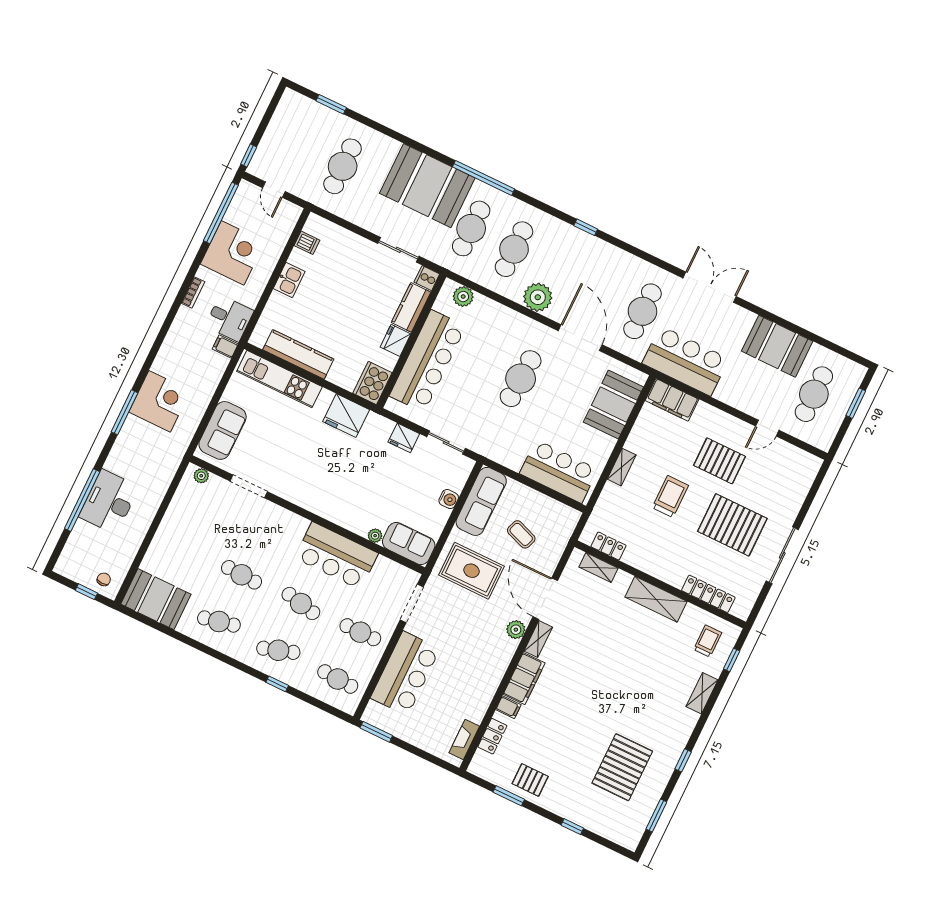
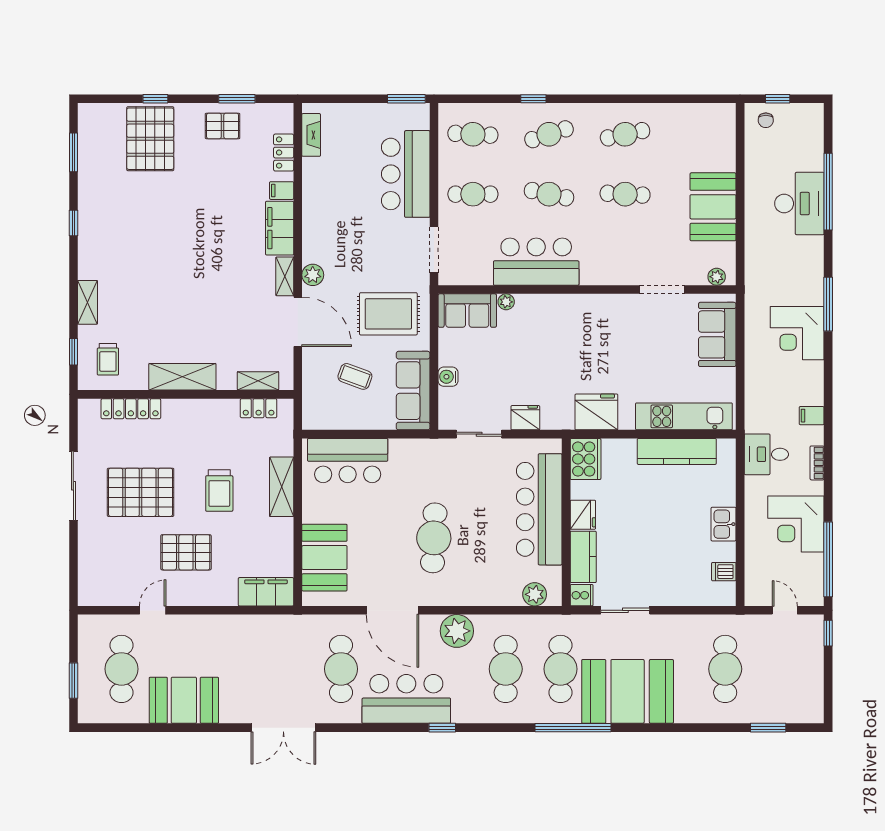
filing cabinet: (225, 347) -> (812, 416), moved, turned 180
bar counter: (685, 361) -> (406, 699), moved, turned 180
shelving: (622, 467) -> (282, 487), width x1.50, depth x1.33
booth: (156, 599) -> (713, 207), moved, turned 90
pallet: (622, 767) -> (150, 139), moved

